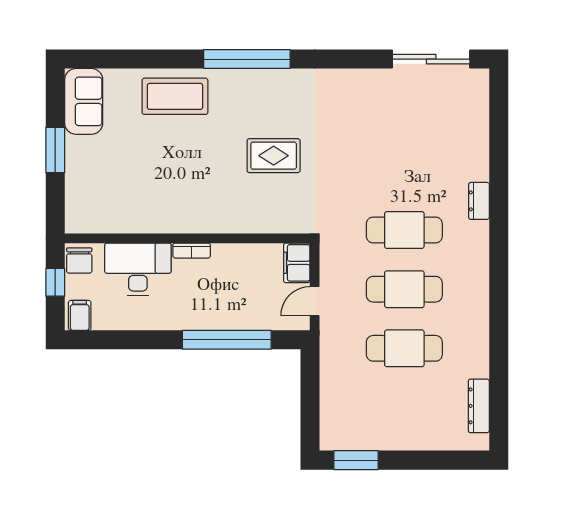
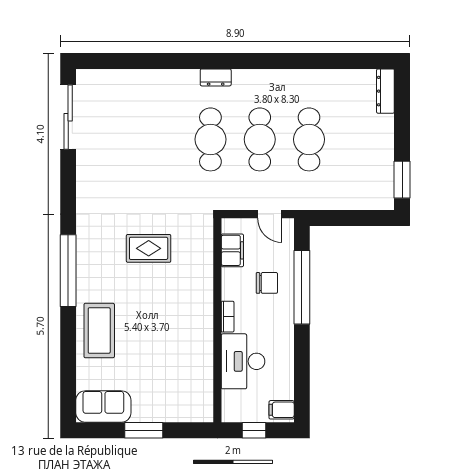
rug: (274, 156) -> (149, 248), turned 90
dresser: (479, 201) -> (216, 77), moved
chair: (79, 260) -> (267, 283), moved
filing cabinet: (297, 263) -> (232, 250), moved, turned -90
dresser: (479, 406) -> (385, 91), moved, turned 90

